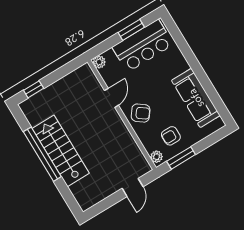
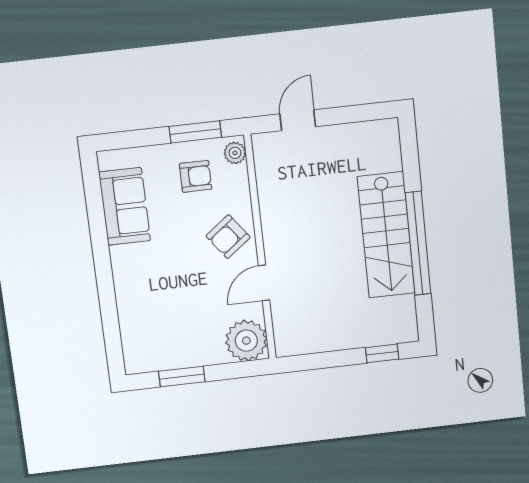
bar counter: (143, 46) -> (175, 343), removed
plant: (99, 62) -> (246, 341), width x1.87, depth x1.87
sofa: (196, 98) -> (125, 206), width x0.73
armchair: (141, 113) -> (228, 237), turned -74

